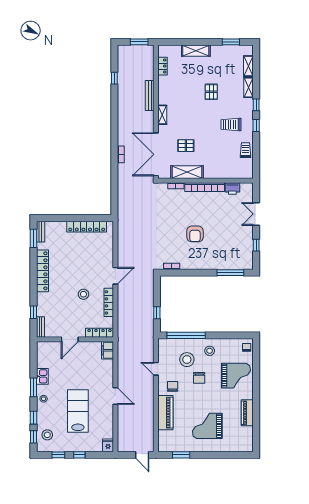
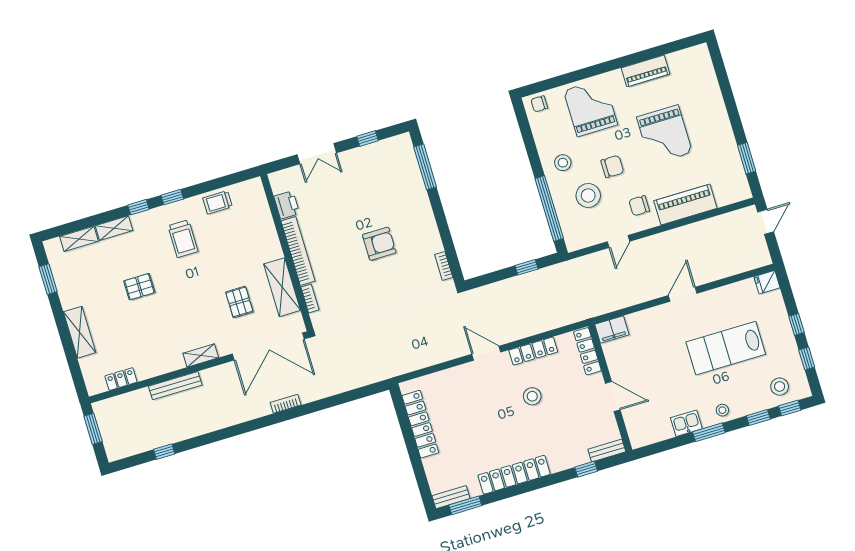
grand piano: (207, 426) -> (664, 135), moved

